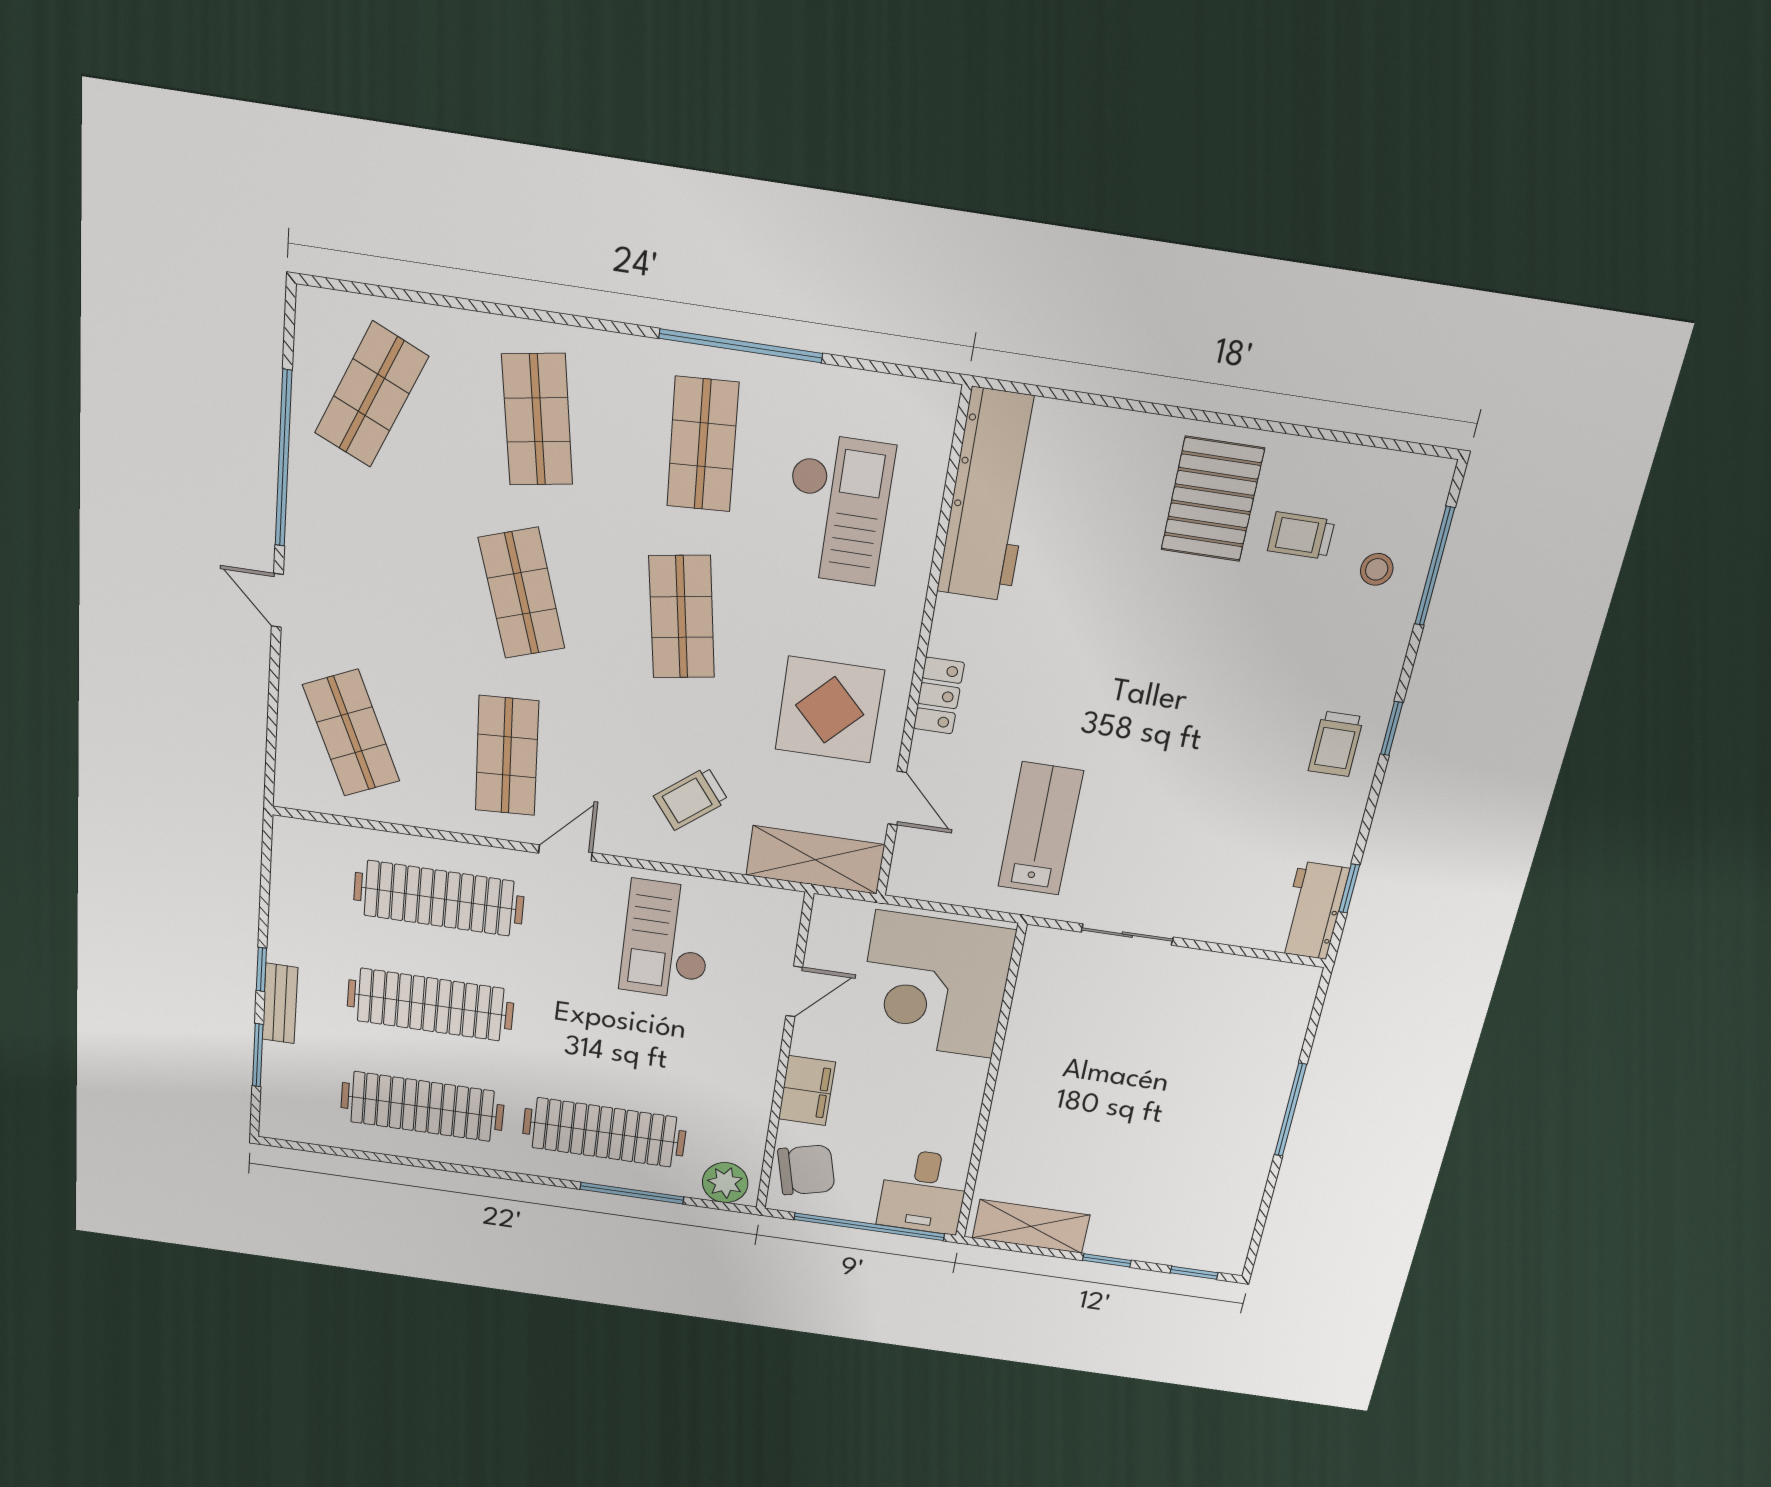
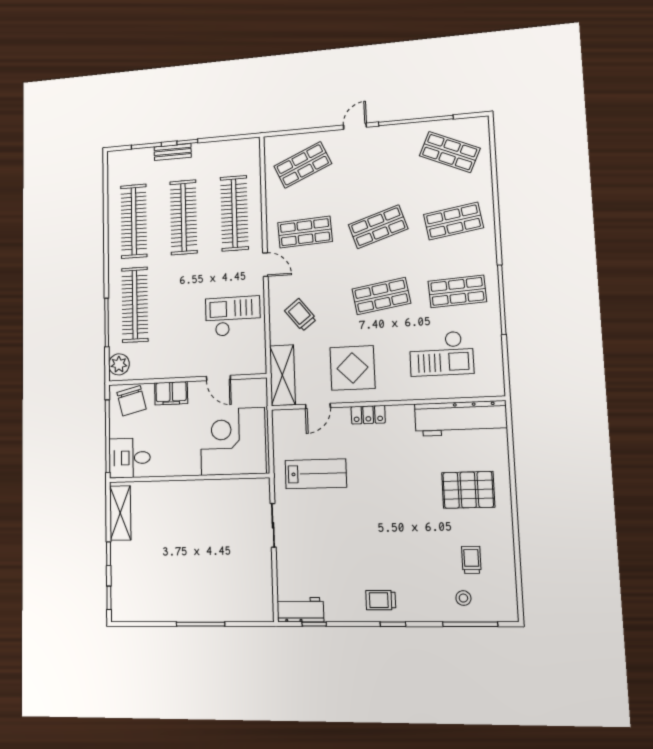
pallet: (1213, 499) -> (468, 490), moved

